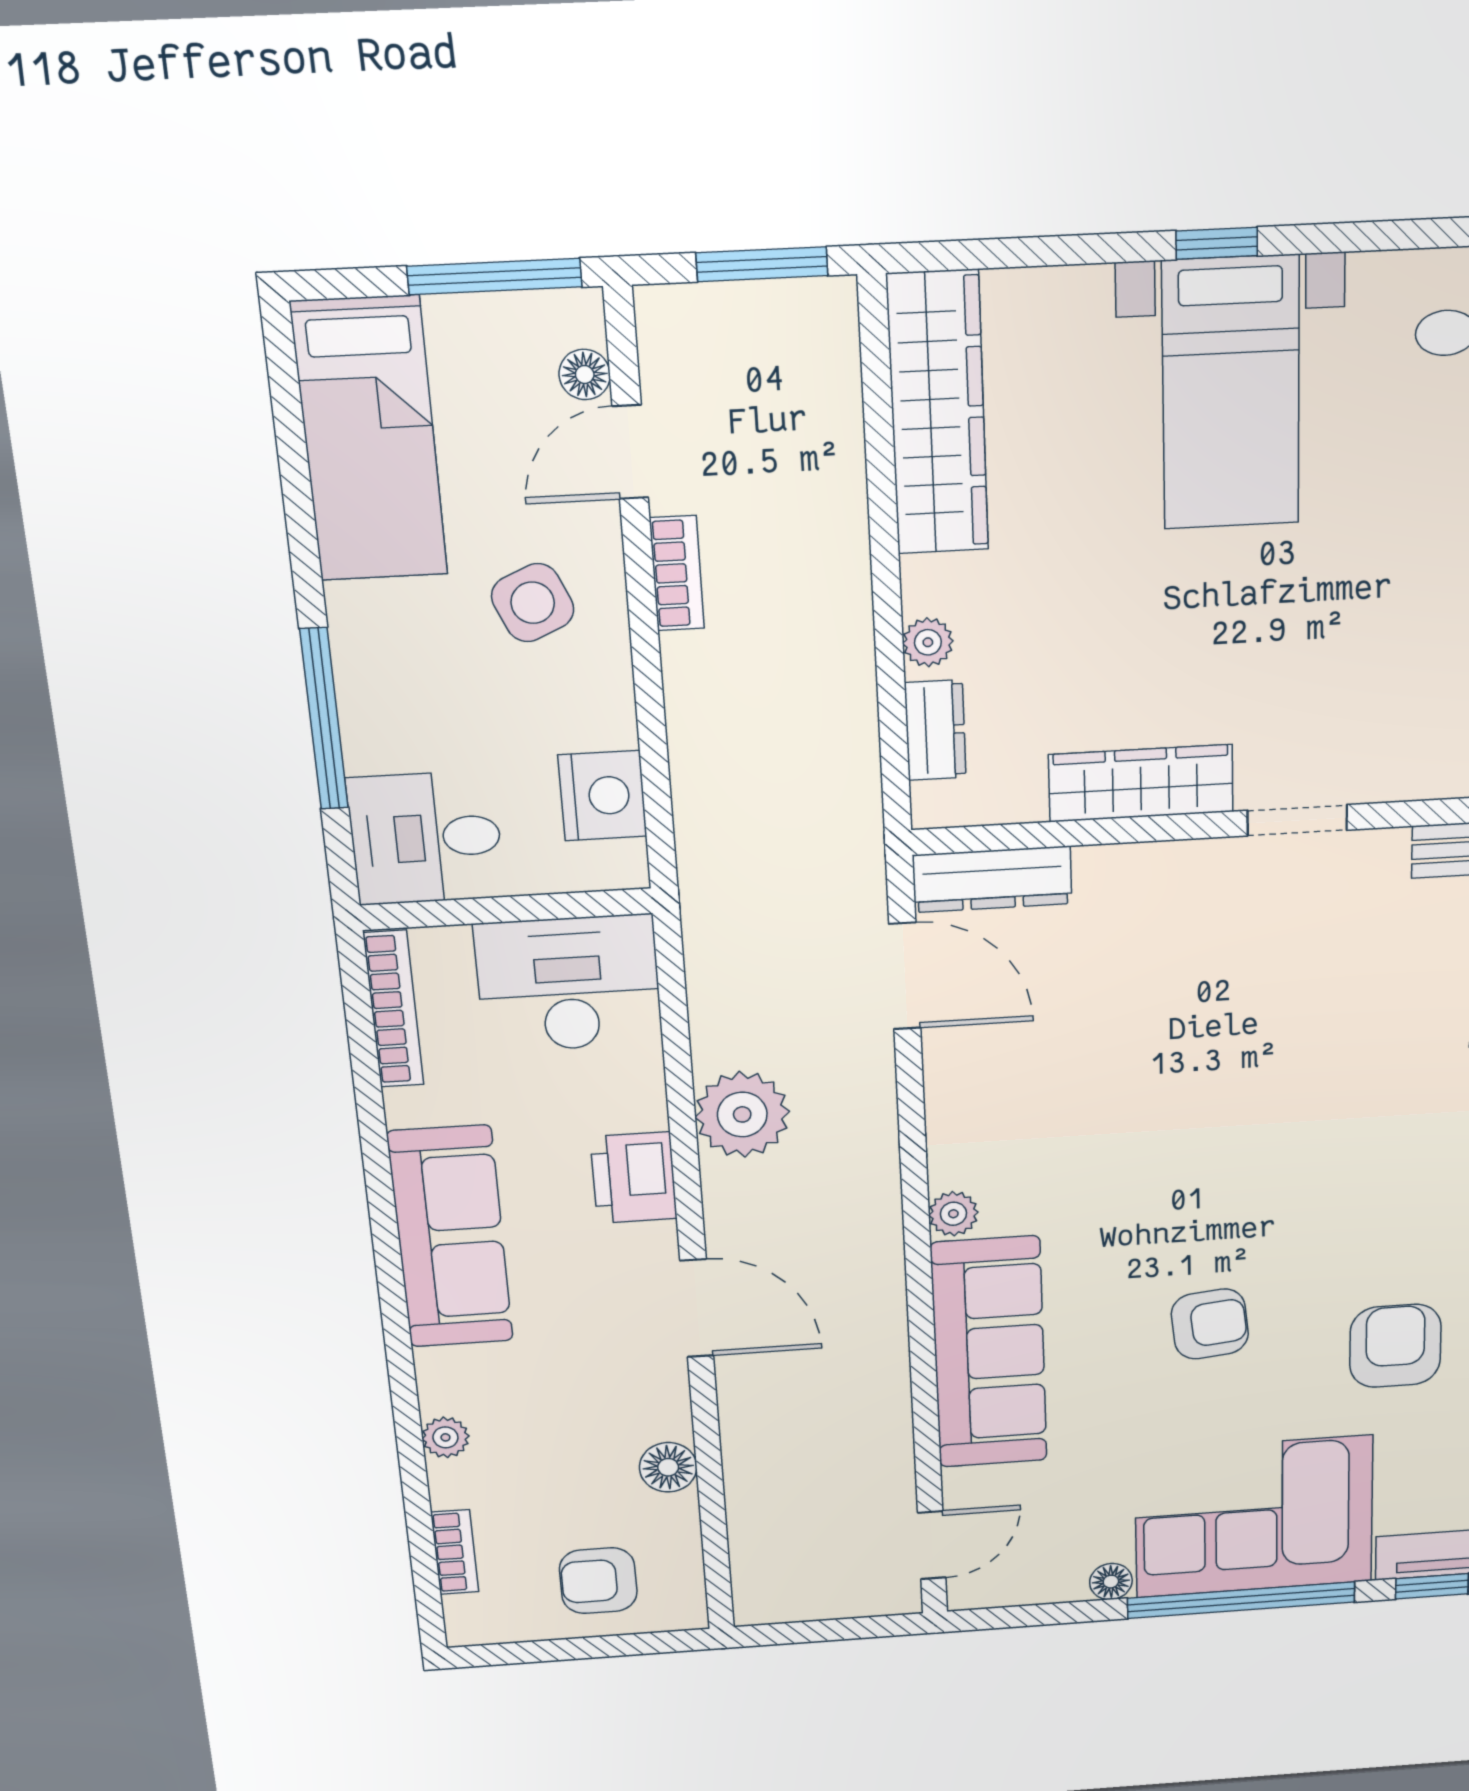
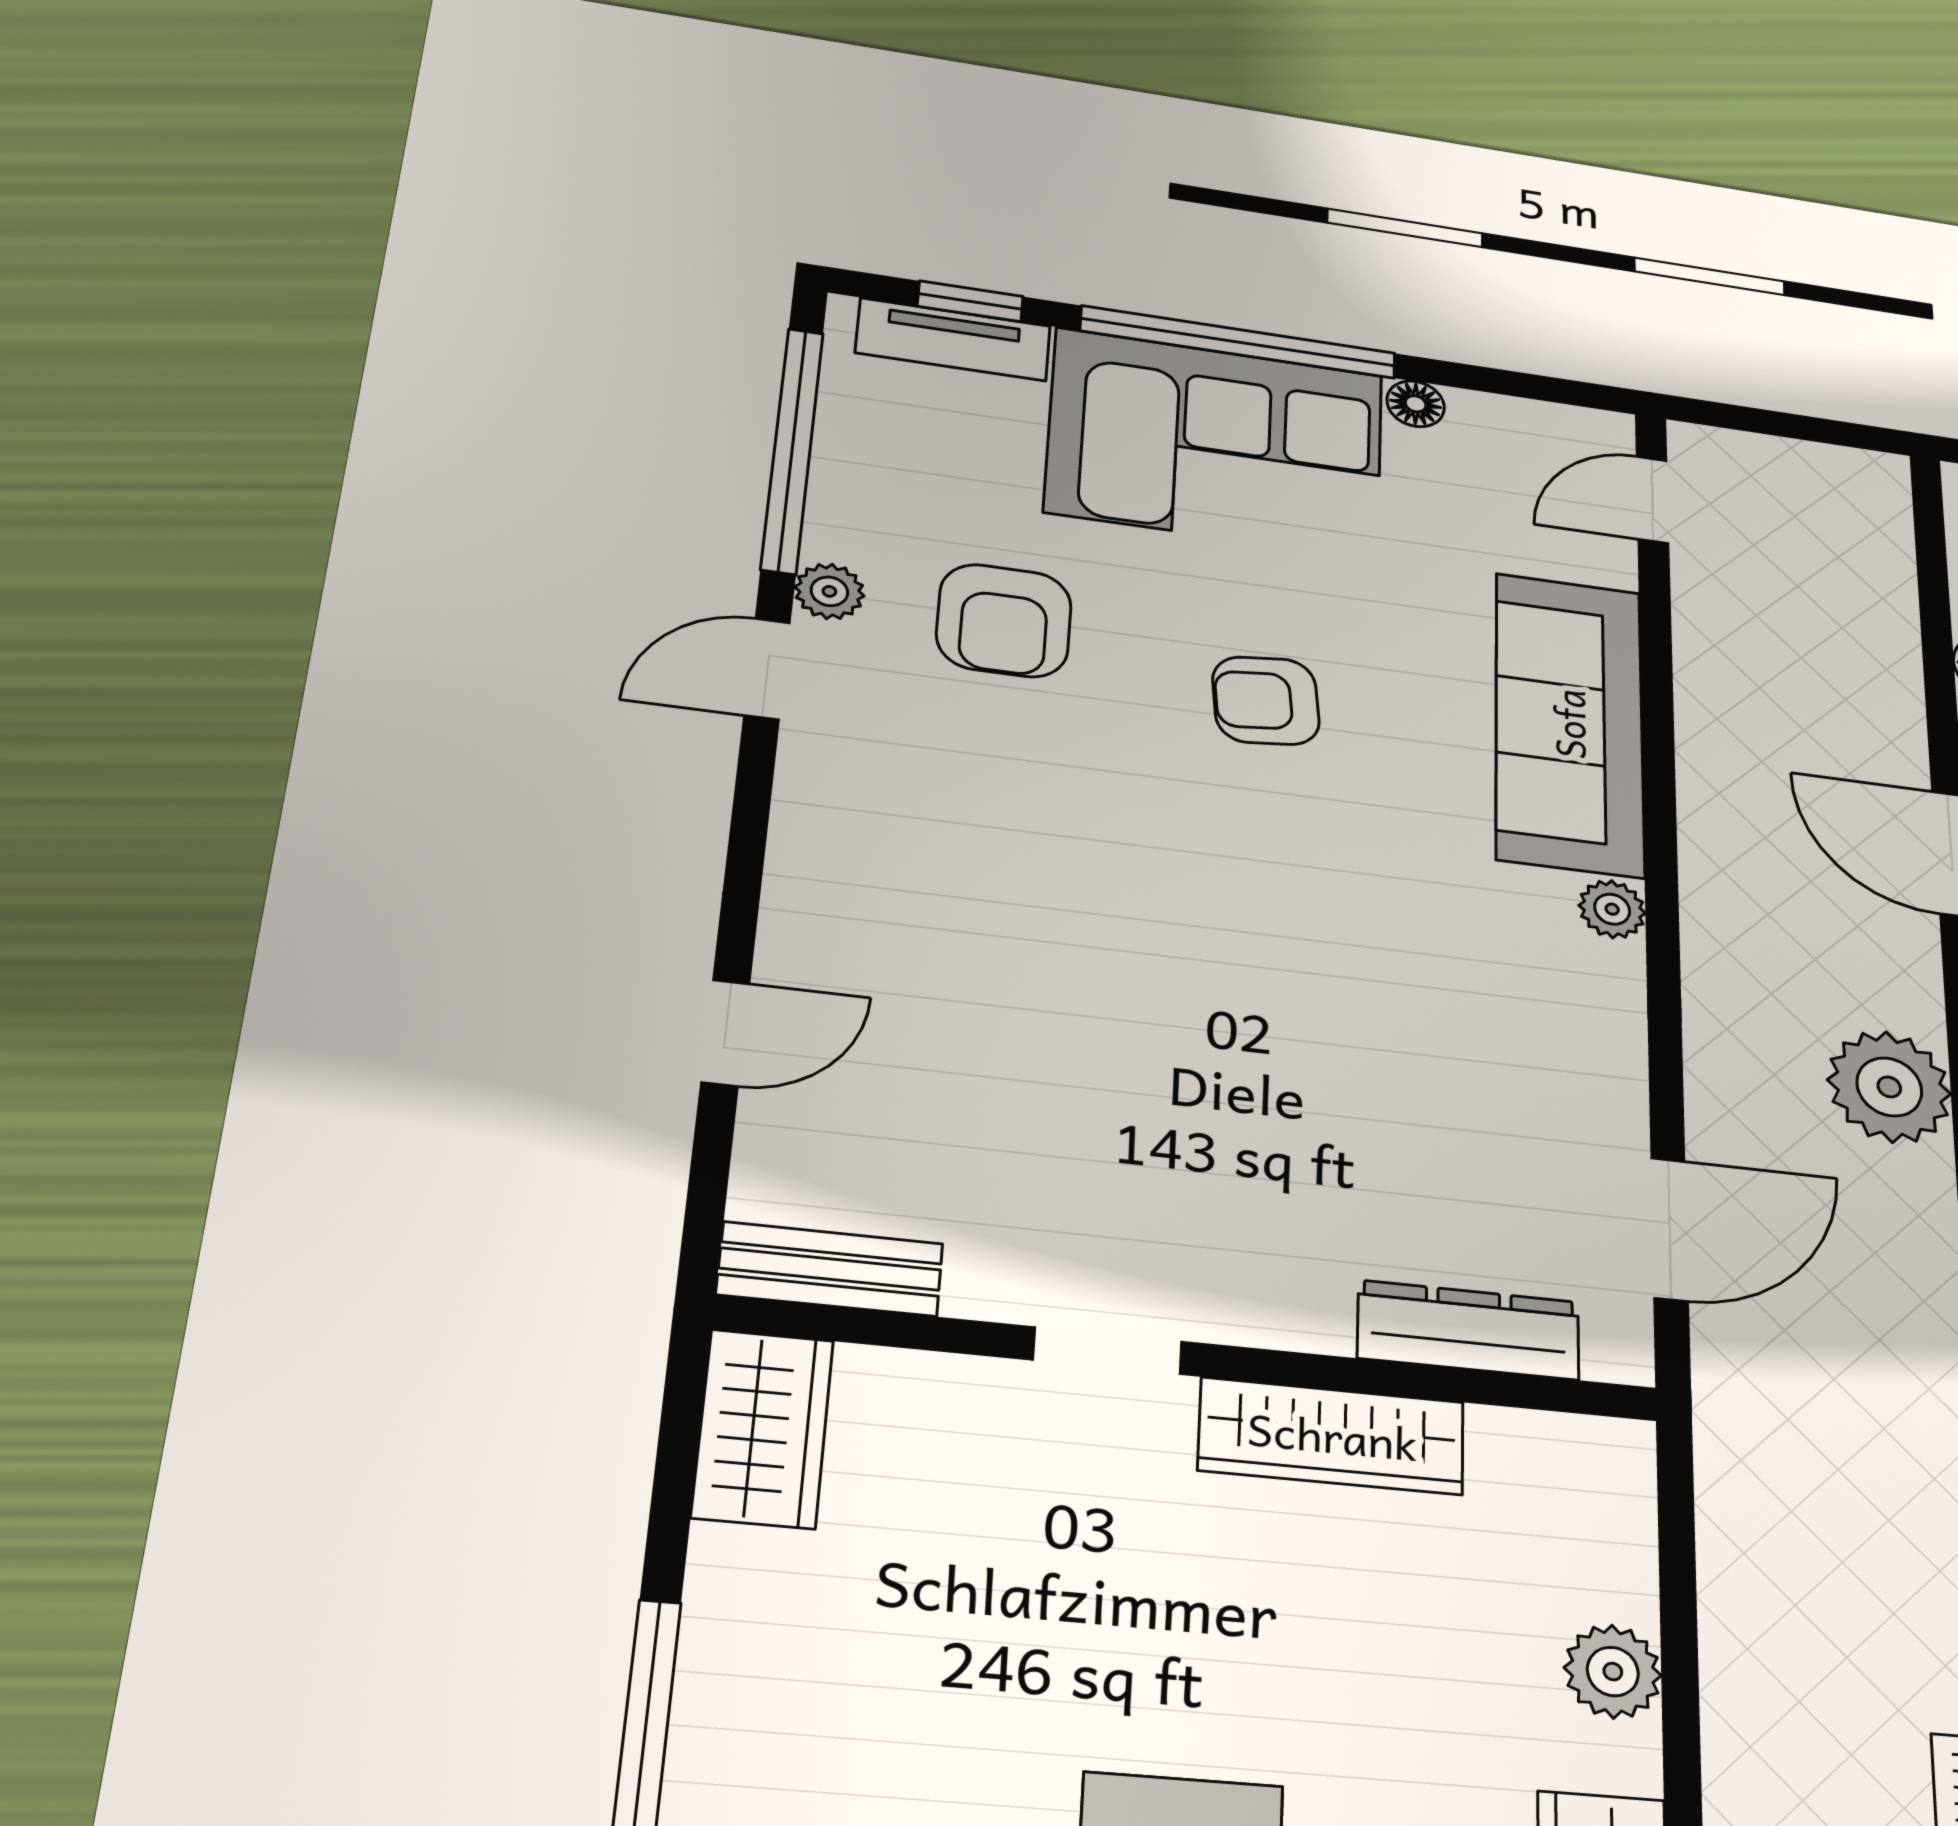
plant: (928, 642) -> (1613, 1672), width x1.38, depth x1.38
dresser: (935, 730) -> (1619, 1551), removed
dresser: (992, 879) -> (1469, 1330), moved
door: (905, 976) -> (1669, 1229), swing flipped

